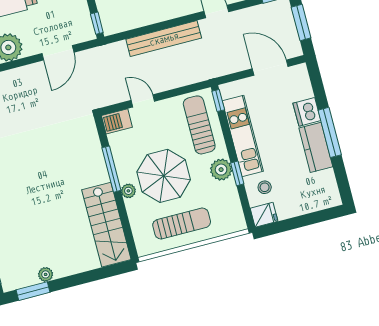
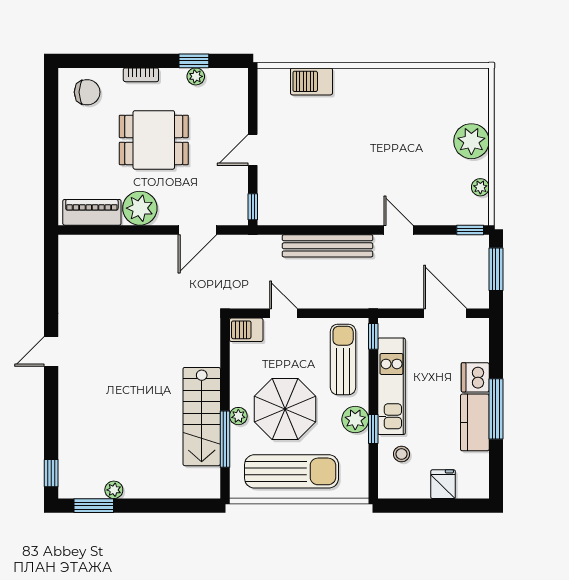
window: (111, 169) -> (225, 439), moved
fridge: (264, 215) -> (443, 484), moved, turned -90
sun lounger: (182, 224) -> (292, 471), width x1.36, depth x1.34
stairs: (106, 225) -> (202, 417), moved

